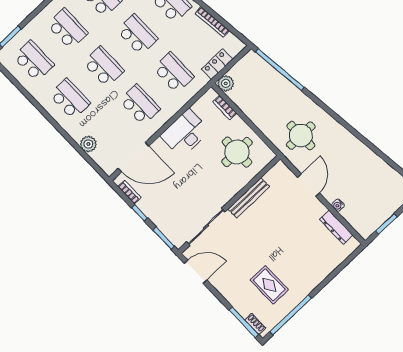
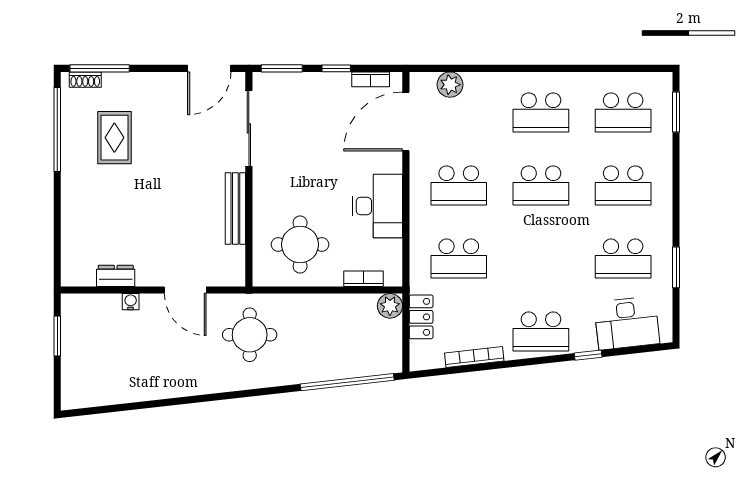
school desk: (137, 34) -> (541, 258), removed
plant: (88, 144) -> (450, 85), moved
dresser: (336, 227) -> (116, 276), width x0.70
rug: (269, 285) -> (114, 138), turned 90

